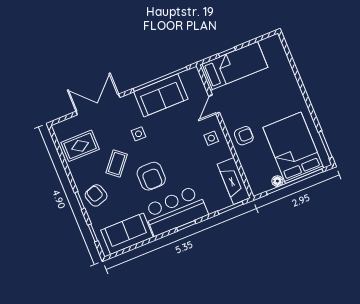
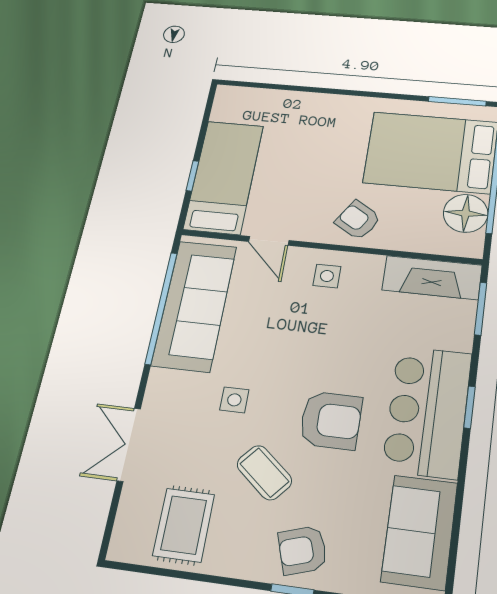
sofa: (161, 95) -> (194, 305), width x1.36
double door: (98, 104) -> (129, 445), width x0.73
armchair: (244, 136) -> (358, 220), turned -58
floor lamp: (277, 181) -> (466, 213), width x1.89, depth x1.89

